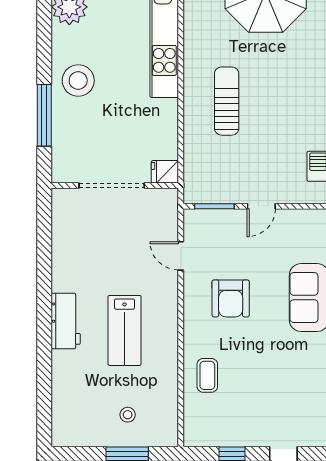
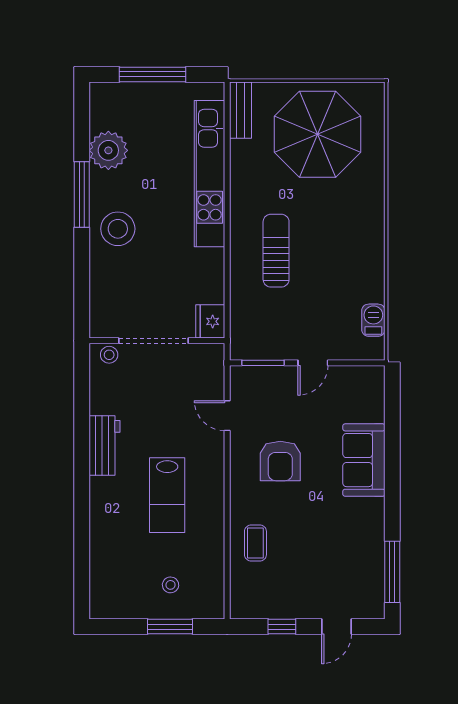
window: (44, 115) -> (82, 195), moved
fridge: (165, 172) -> (210, 321), width x1.38
stool: (70, 199) -> (109, 355), added
workbench: (66, 321) -> (105, 445), moved

